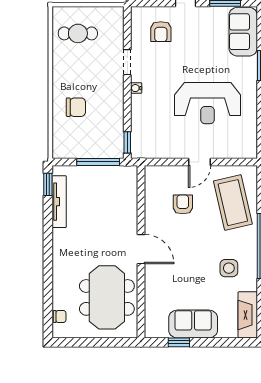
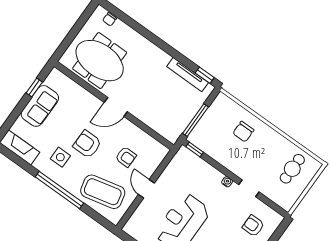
armchair: (197, 251) -> (87, 144), added

